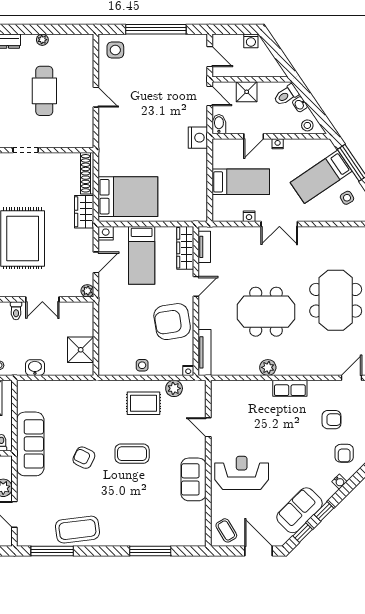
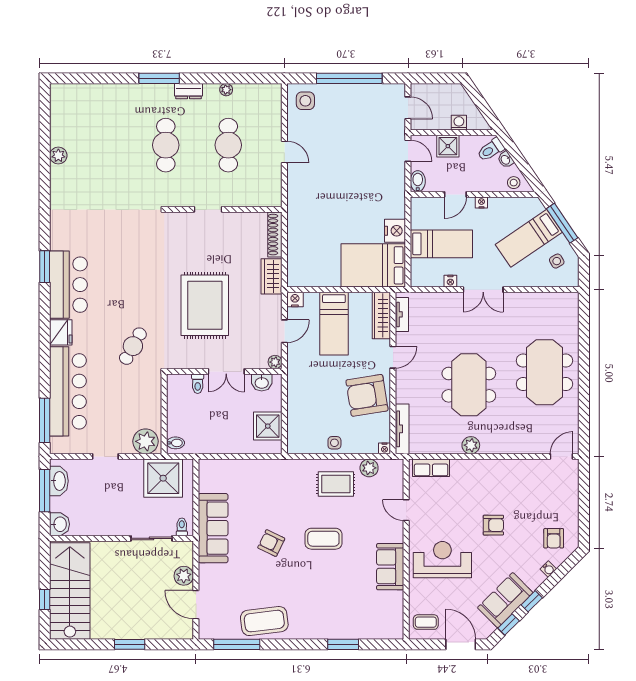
washing machine: (251, 41) -> (459, 123), moved, turned 180
nightstand: (198, 138) -> (395, 231), moved
bed: (128, 197) -> (373, 265), moved, turned 180
meeting table: (266, 312) -> (469, 385), turned 90
washbasin: (35, 368) -> (262, 382), moved, turned 180
row of seats: (290, 388) -> (431, 468), moved
armchair: (332, 420) -> (493, 525), moved
coffee table: (226, 530) -> (426, 622), turned -59
window: (150, 551) -> (343, 644), width x0.69

